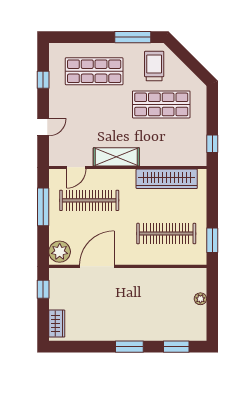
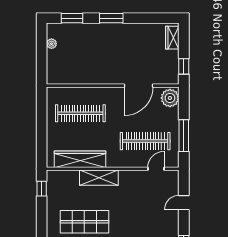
shelving: (116, 157) -> (99, 178), moved
window: (212, 240) -> (42, 108), removed
plant: (200, 299) -> (52, 44), moved

